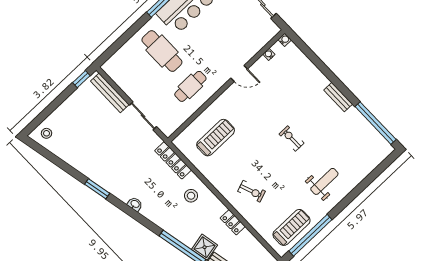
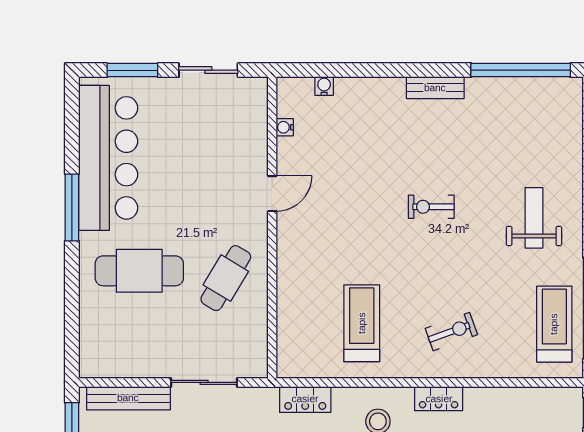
water cooler: (285, 40) -> (324, 86), moved
cafe table: (190, 86) -> (226, 278), turned 31
treadmill: (216, 138) -> (362, 323), moved
locker: (173, 160) -> (305, 399), width x0.66
locker: (233, 222) -> (439, 399), moved

